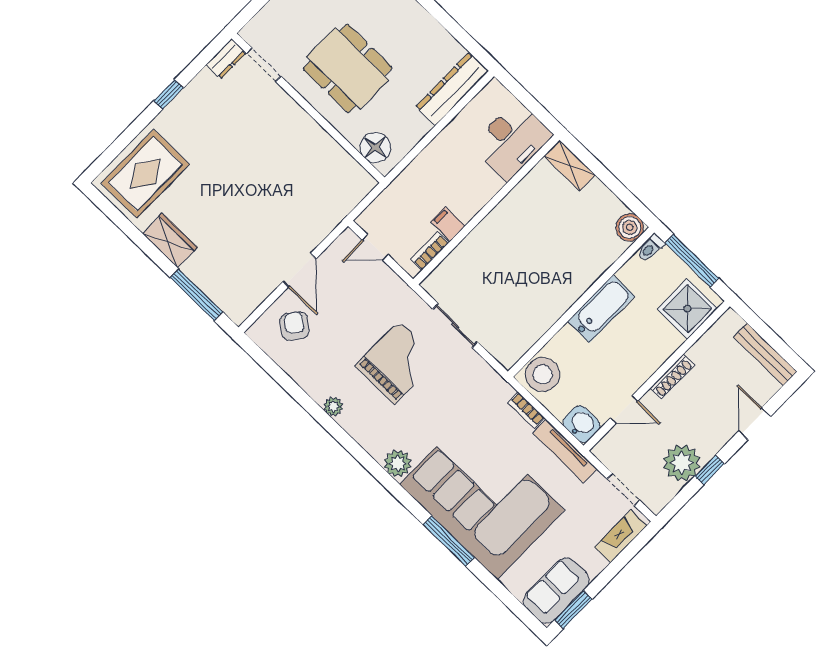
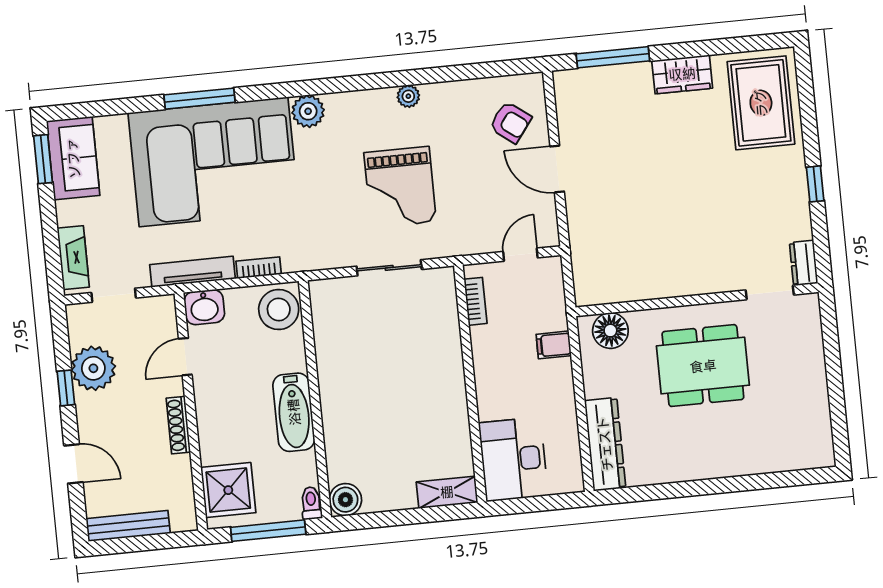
filing cabinet: (448, 224) -> (554, 345), moved, turned 180

